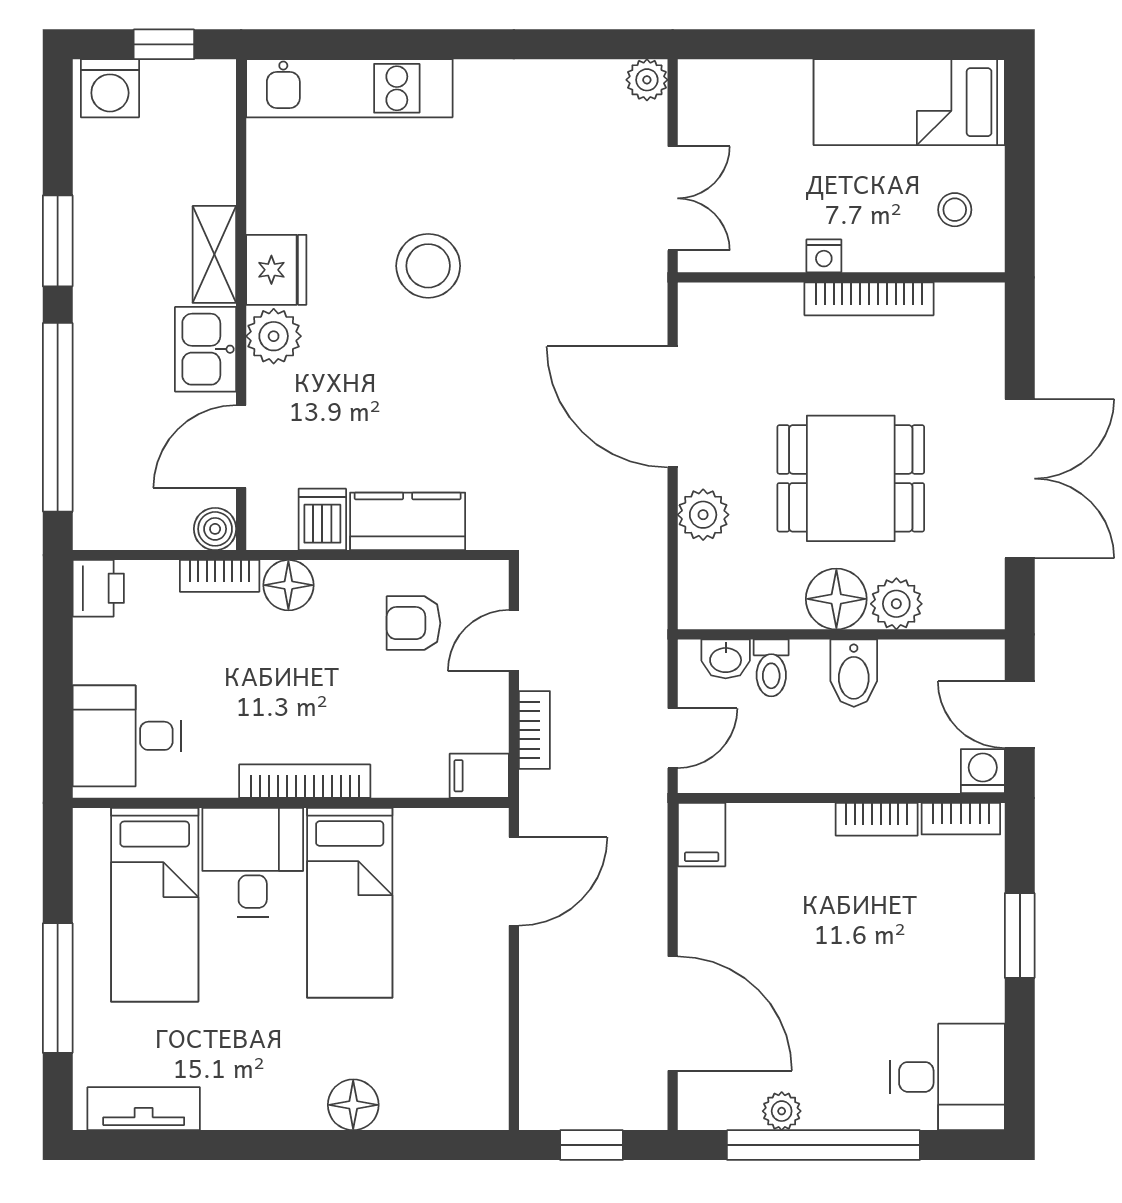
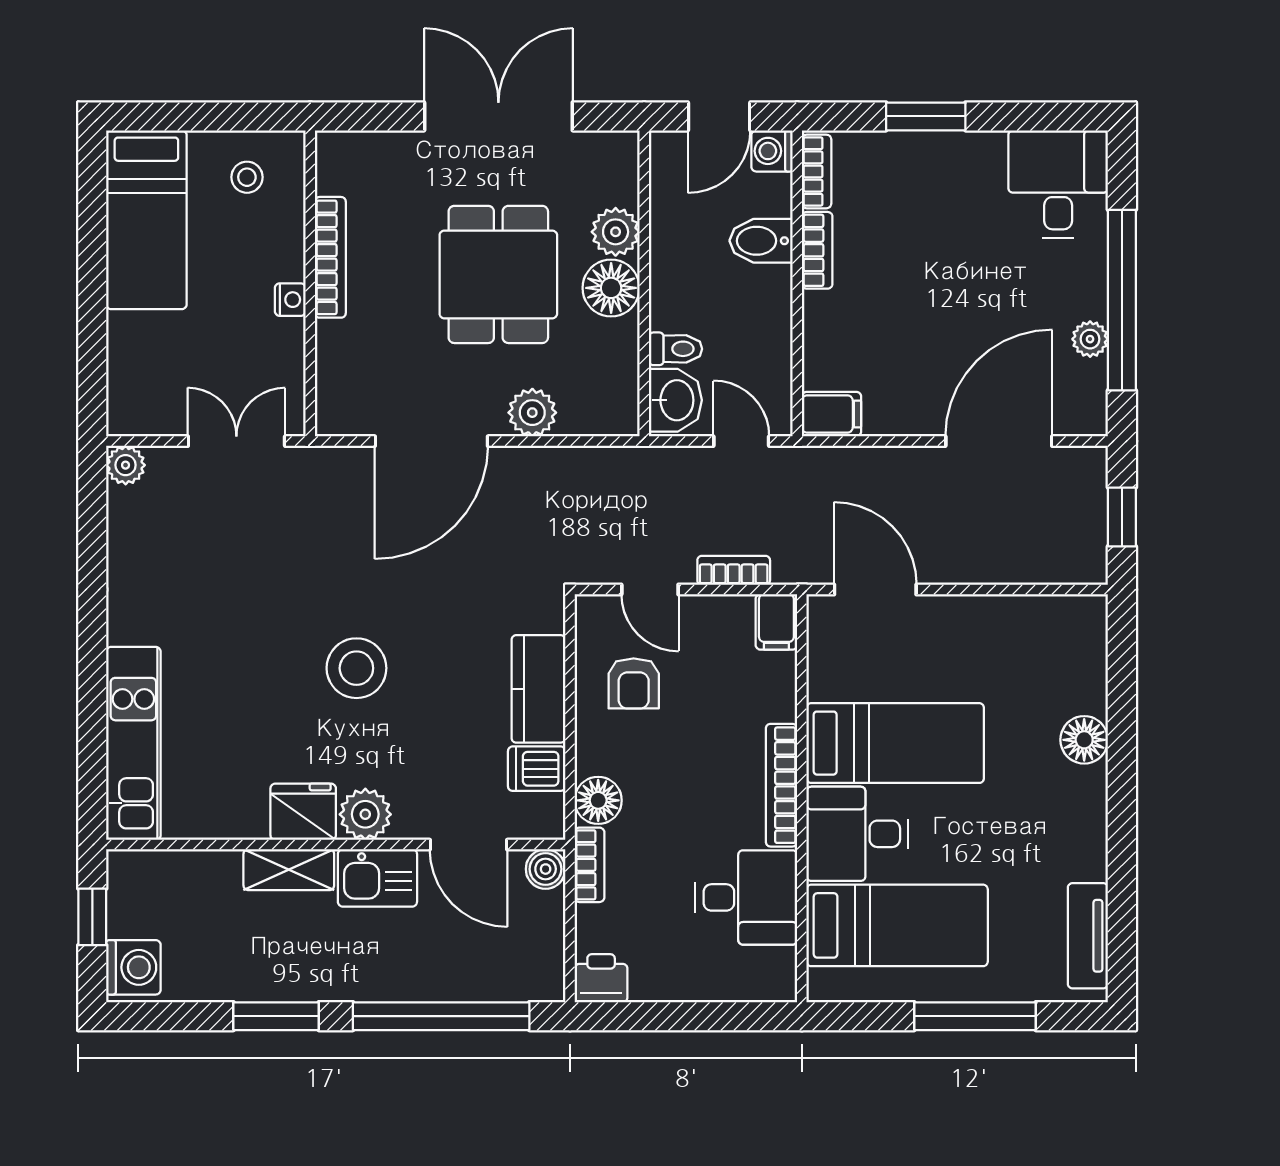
stool: (428, 266) -> (356, 668), moved
washbasin: (726, 659) -> (675, 400), width x1.38, depth x1.45
bidet: (854, 673) -> (761, 241), moved, turned 180
desk: (127, 736) -> (746, 897), moved, turned -90

